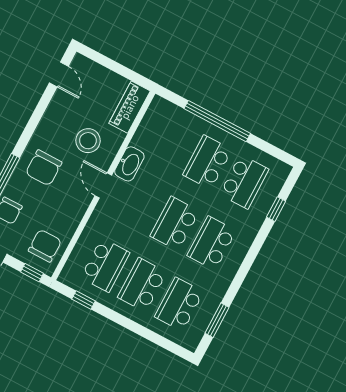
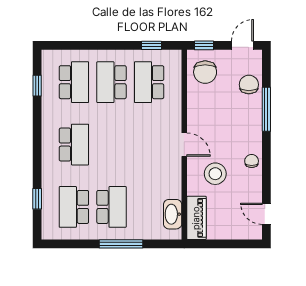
window: (217, 121) -> (121, 244), width x0.68
washbasin: (129, 164) -> (173, 214), moved
chair: (44, 168) -> (252, 161), moved, width x0.54, depth x0.54
school desk: (175, 223) -> (111, 145), removed
school desk: (142, 285) -> (111, 82), turned 180
window: (217, 320) -> (37, 86), width x0.67

